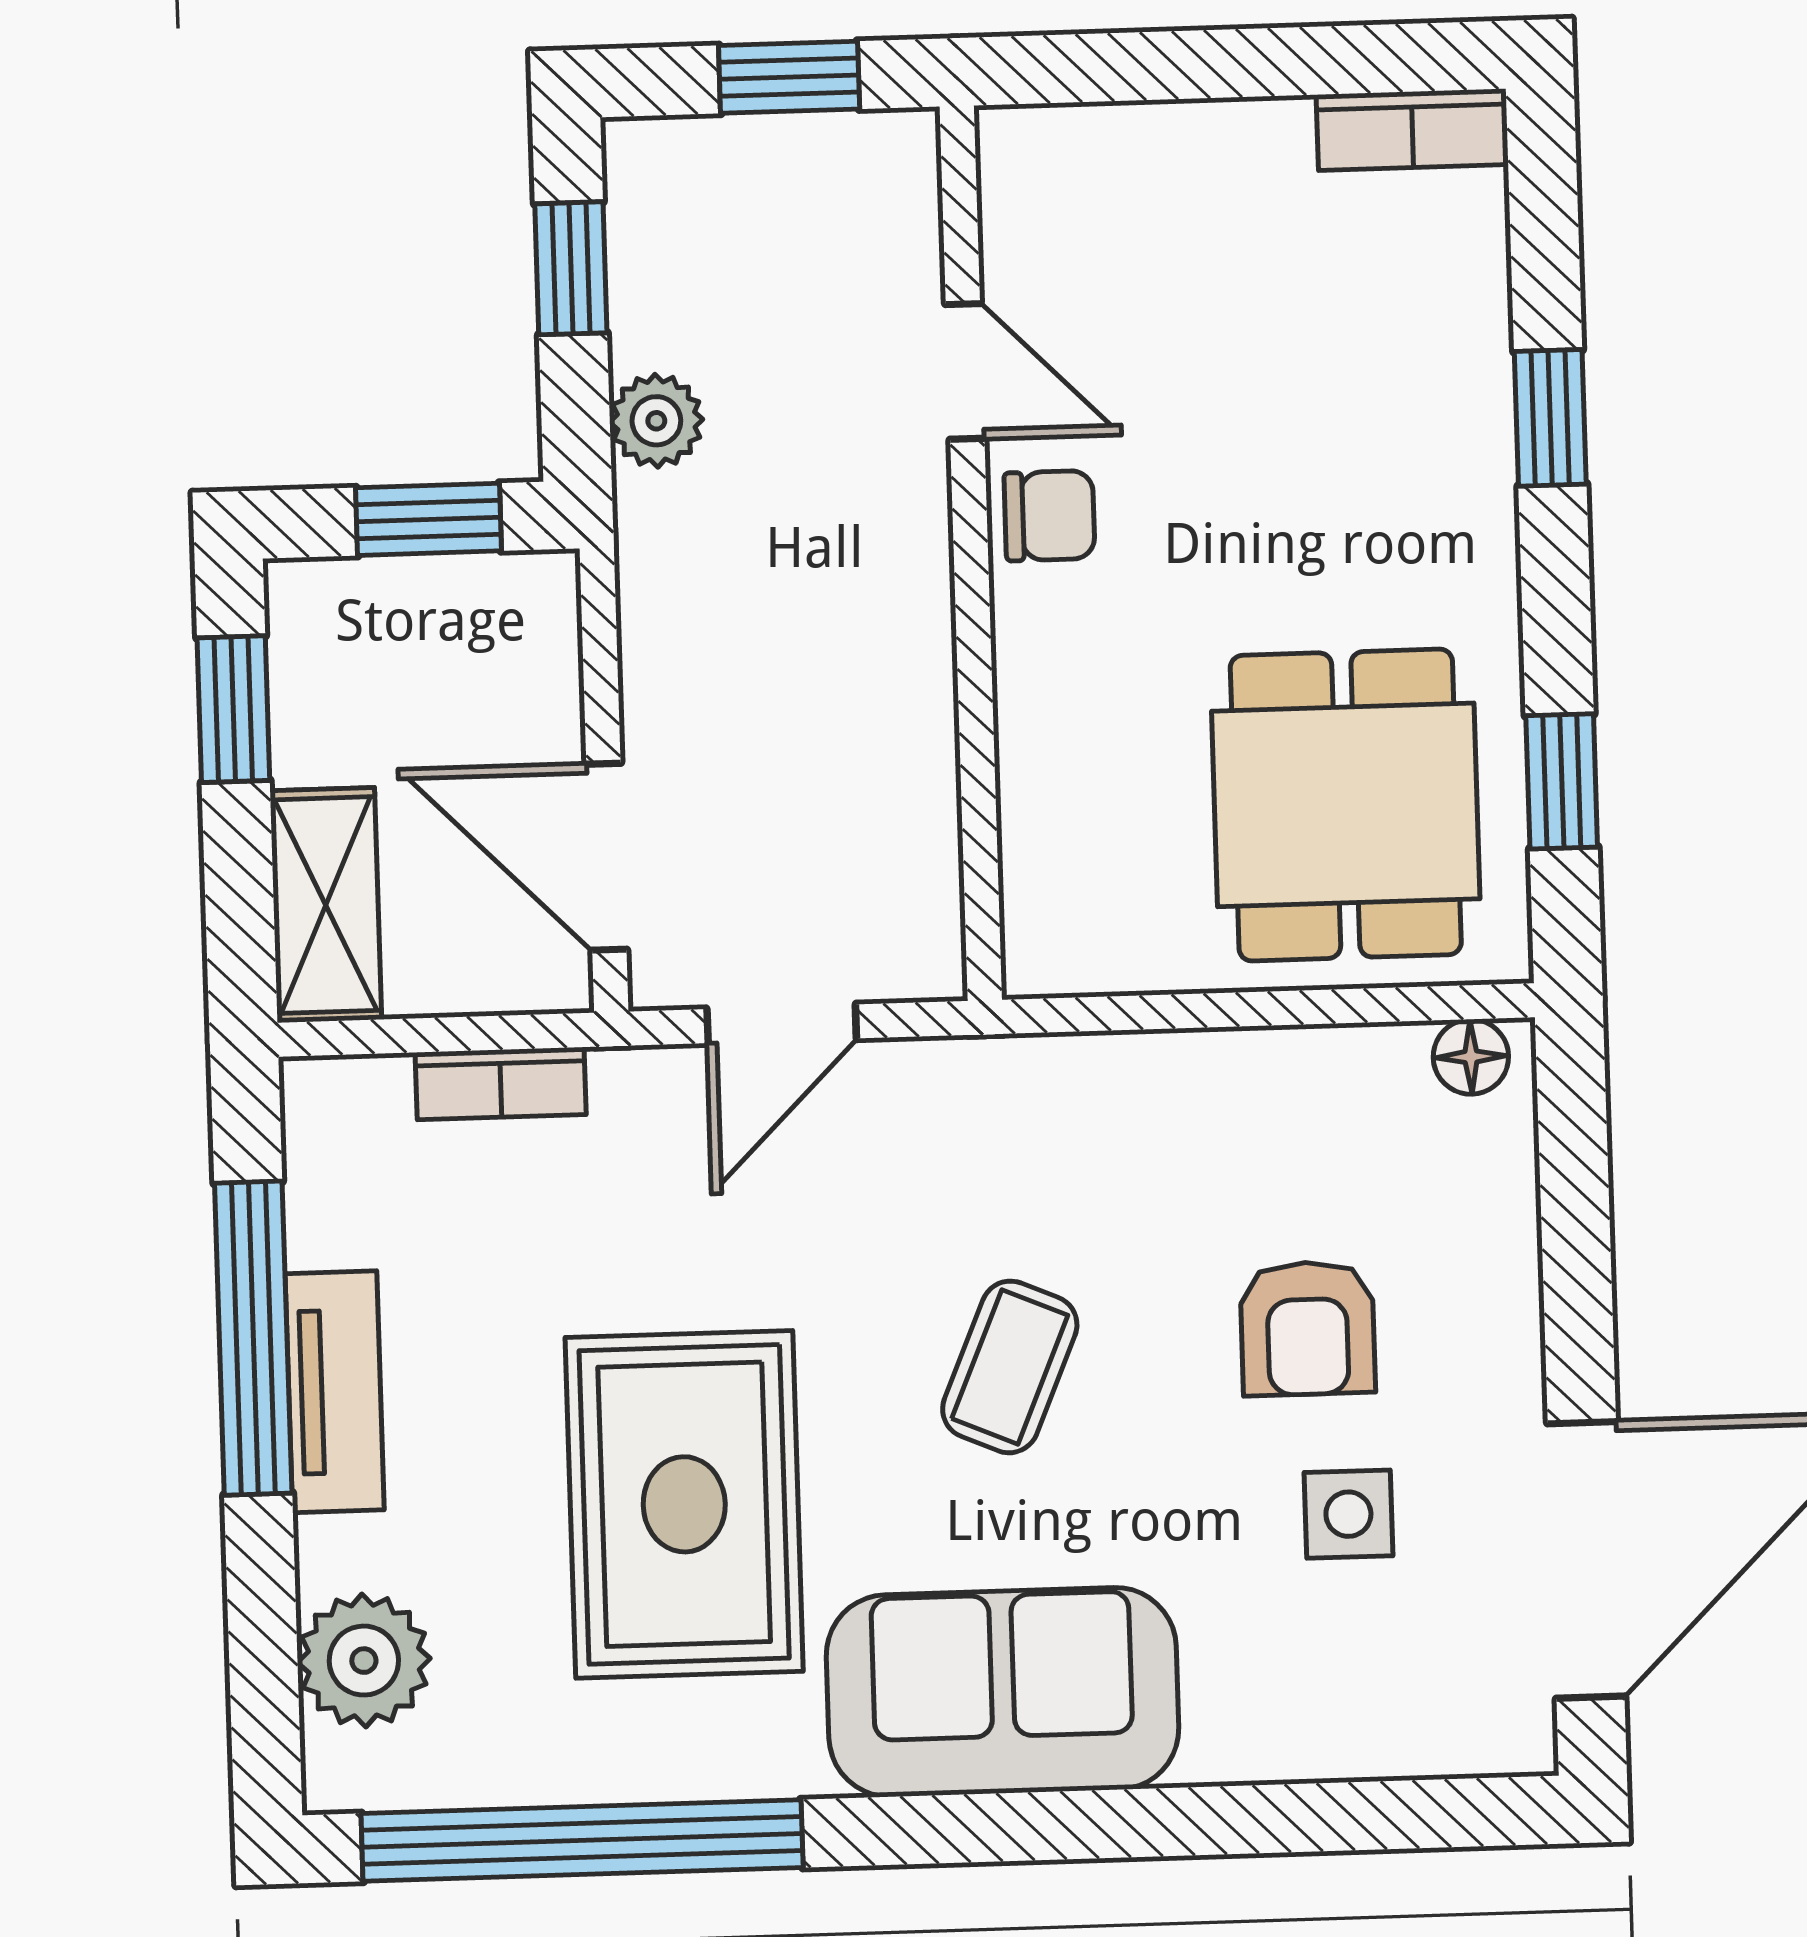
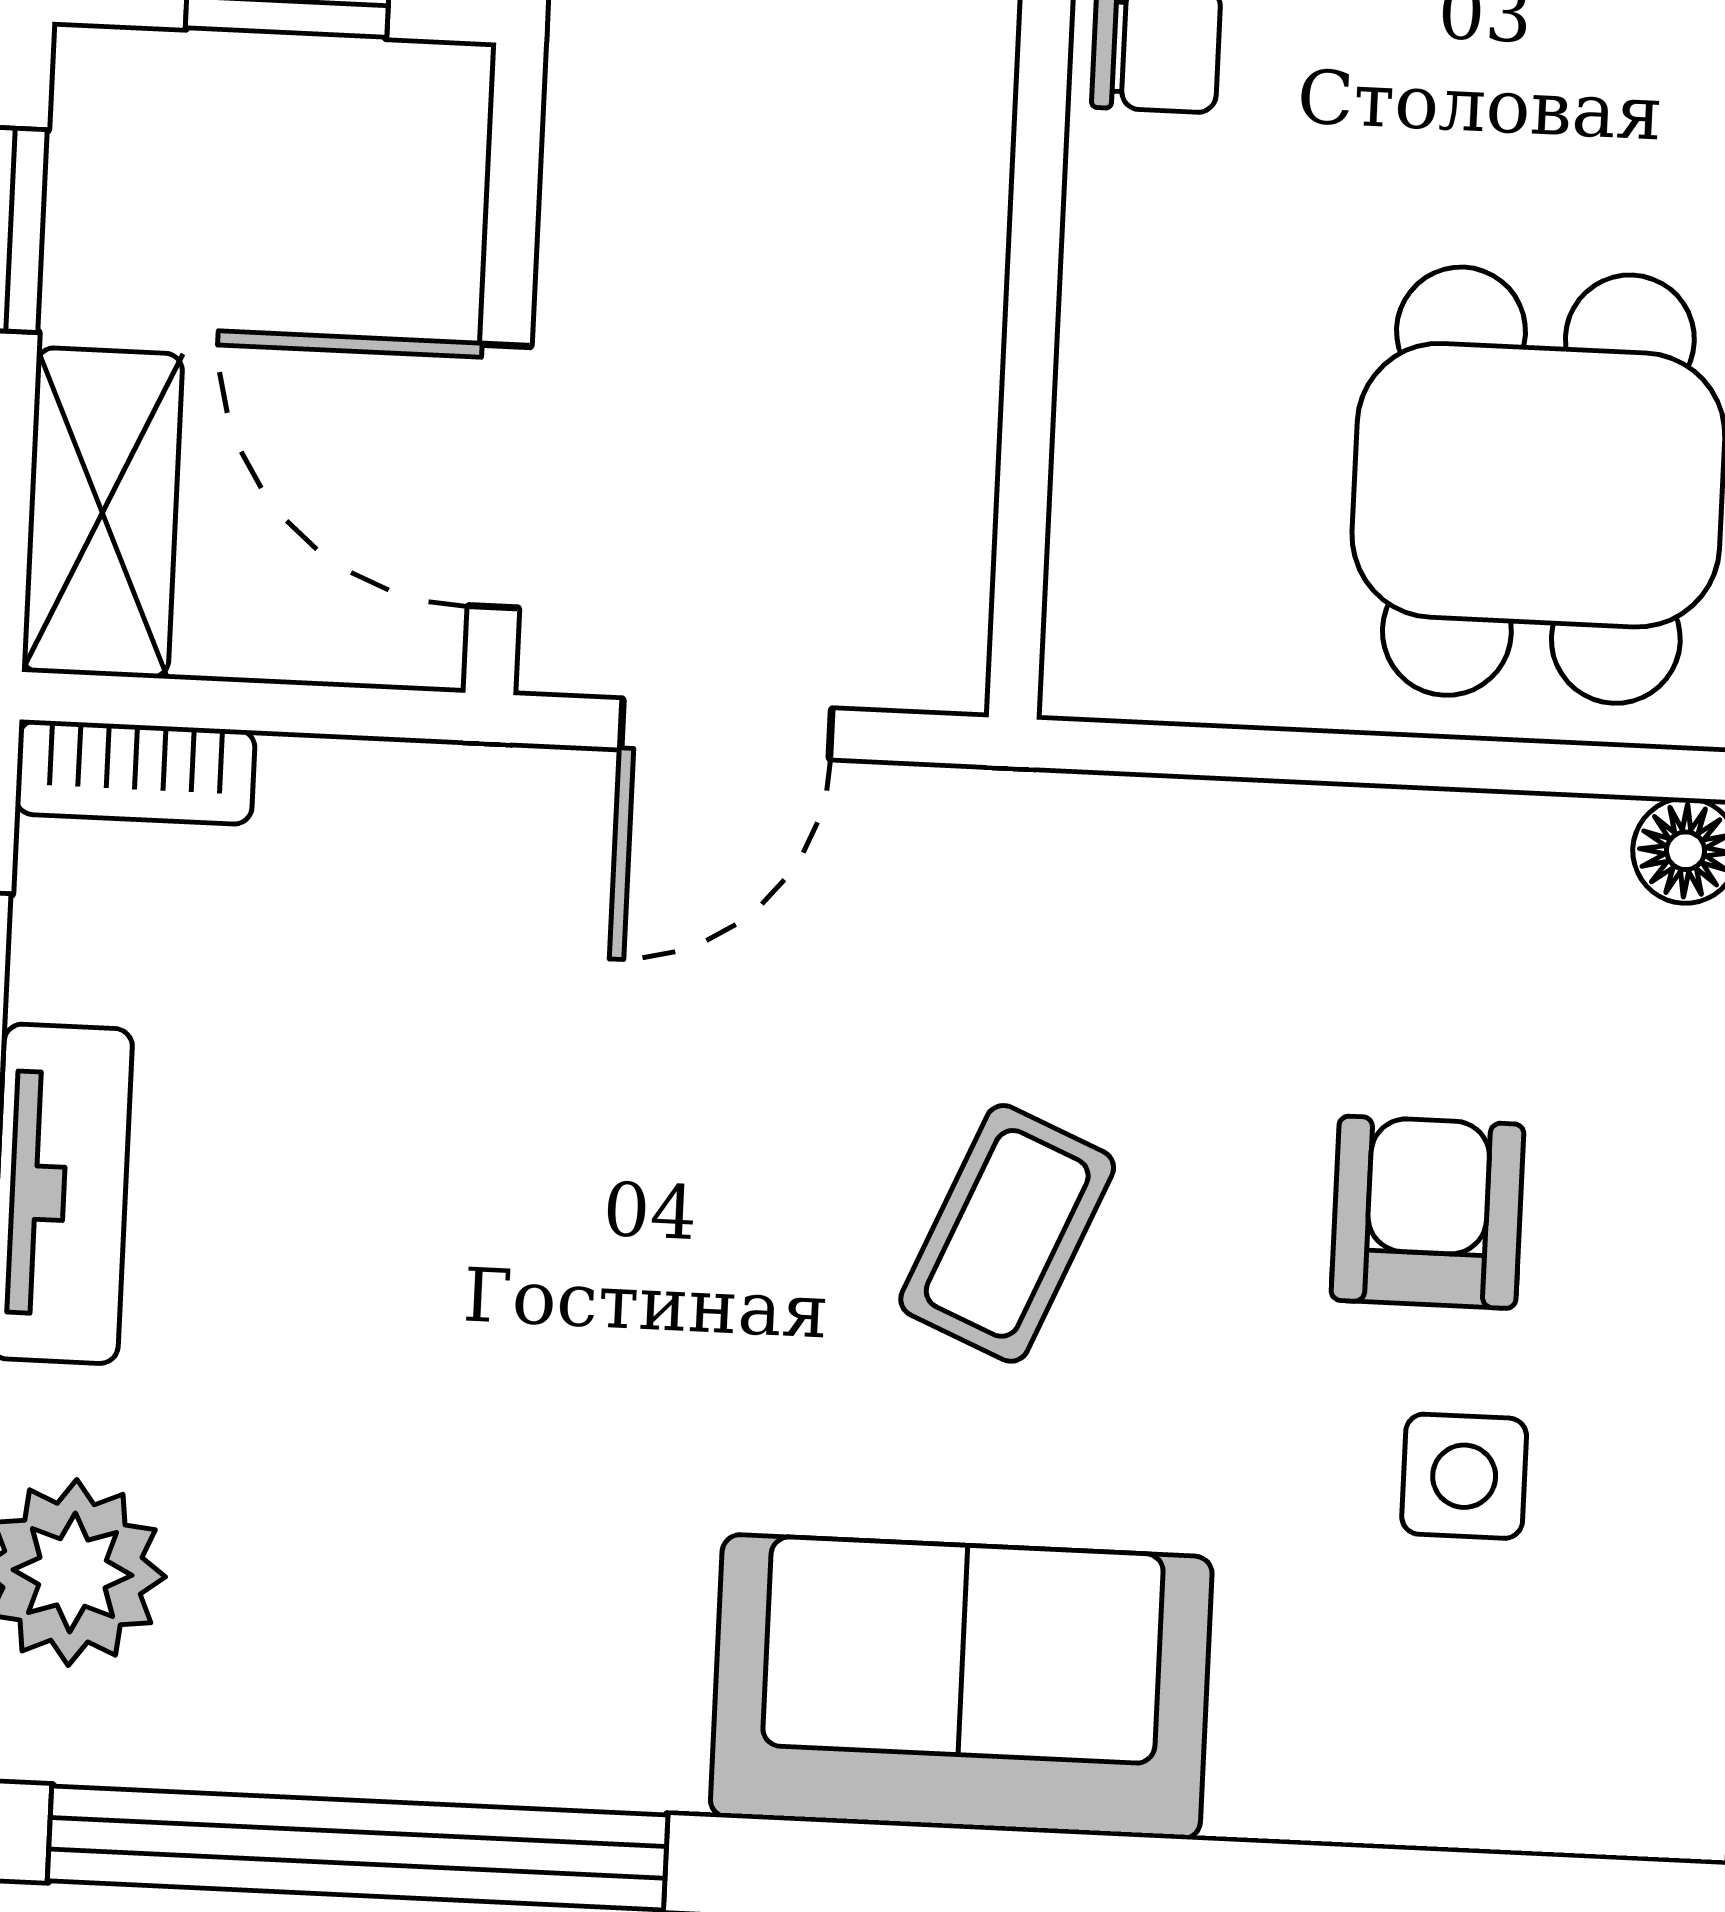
bookcase: (501, 1083) -> (135, 772), moved
armchair: (1308, 1328) -> (1427, 1212), turned 180
rug: (684, 1504) -> (537, 1390), removed

